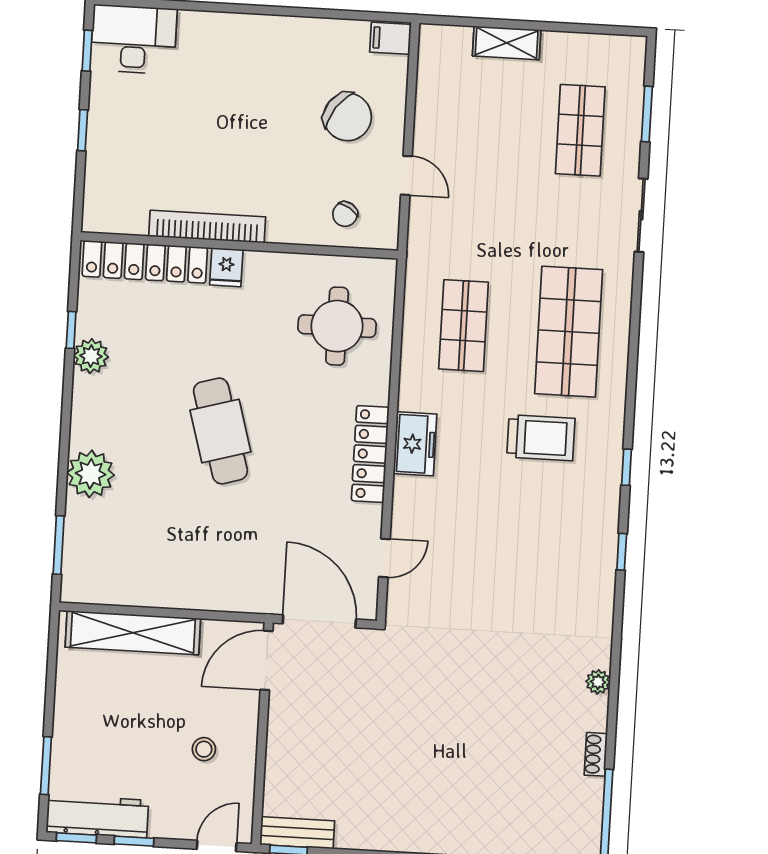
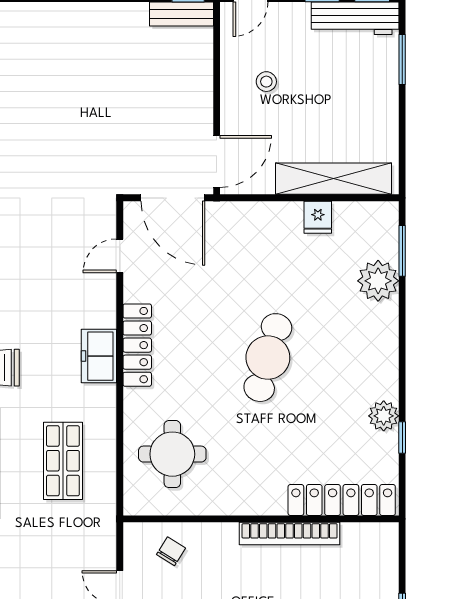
fridge: (226, 267) -> (318, 217), moved, turned 180
cafe table: (220, 431) -> (268, 358), turned 32
plant: (91, 474) -> (378, 281), moved

